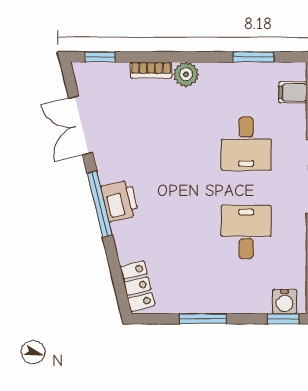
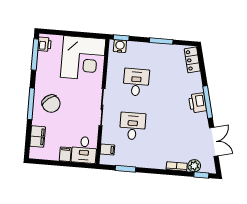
plant: (186, 74) -> (194, 166), moved
desk: (246, 232) -> (136, 82), turned 180

